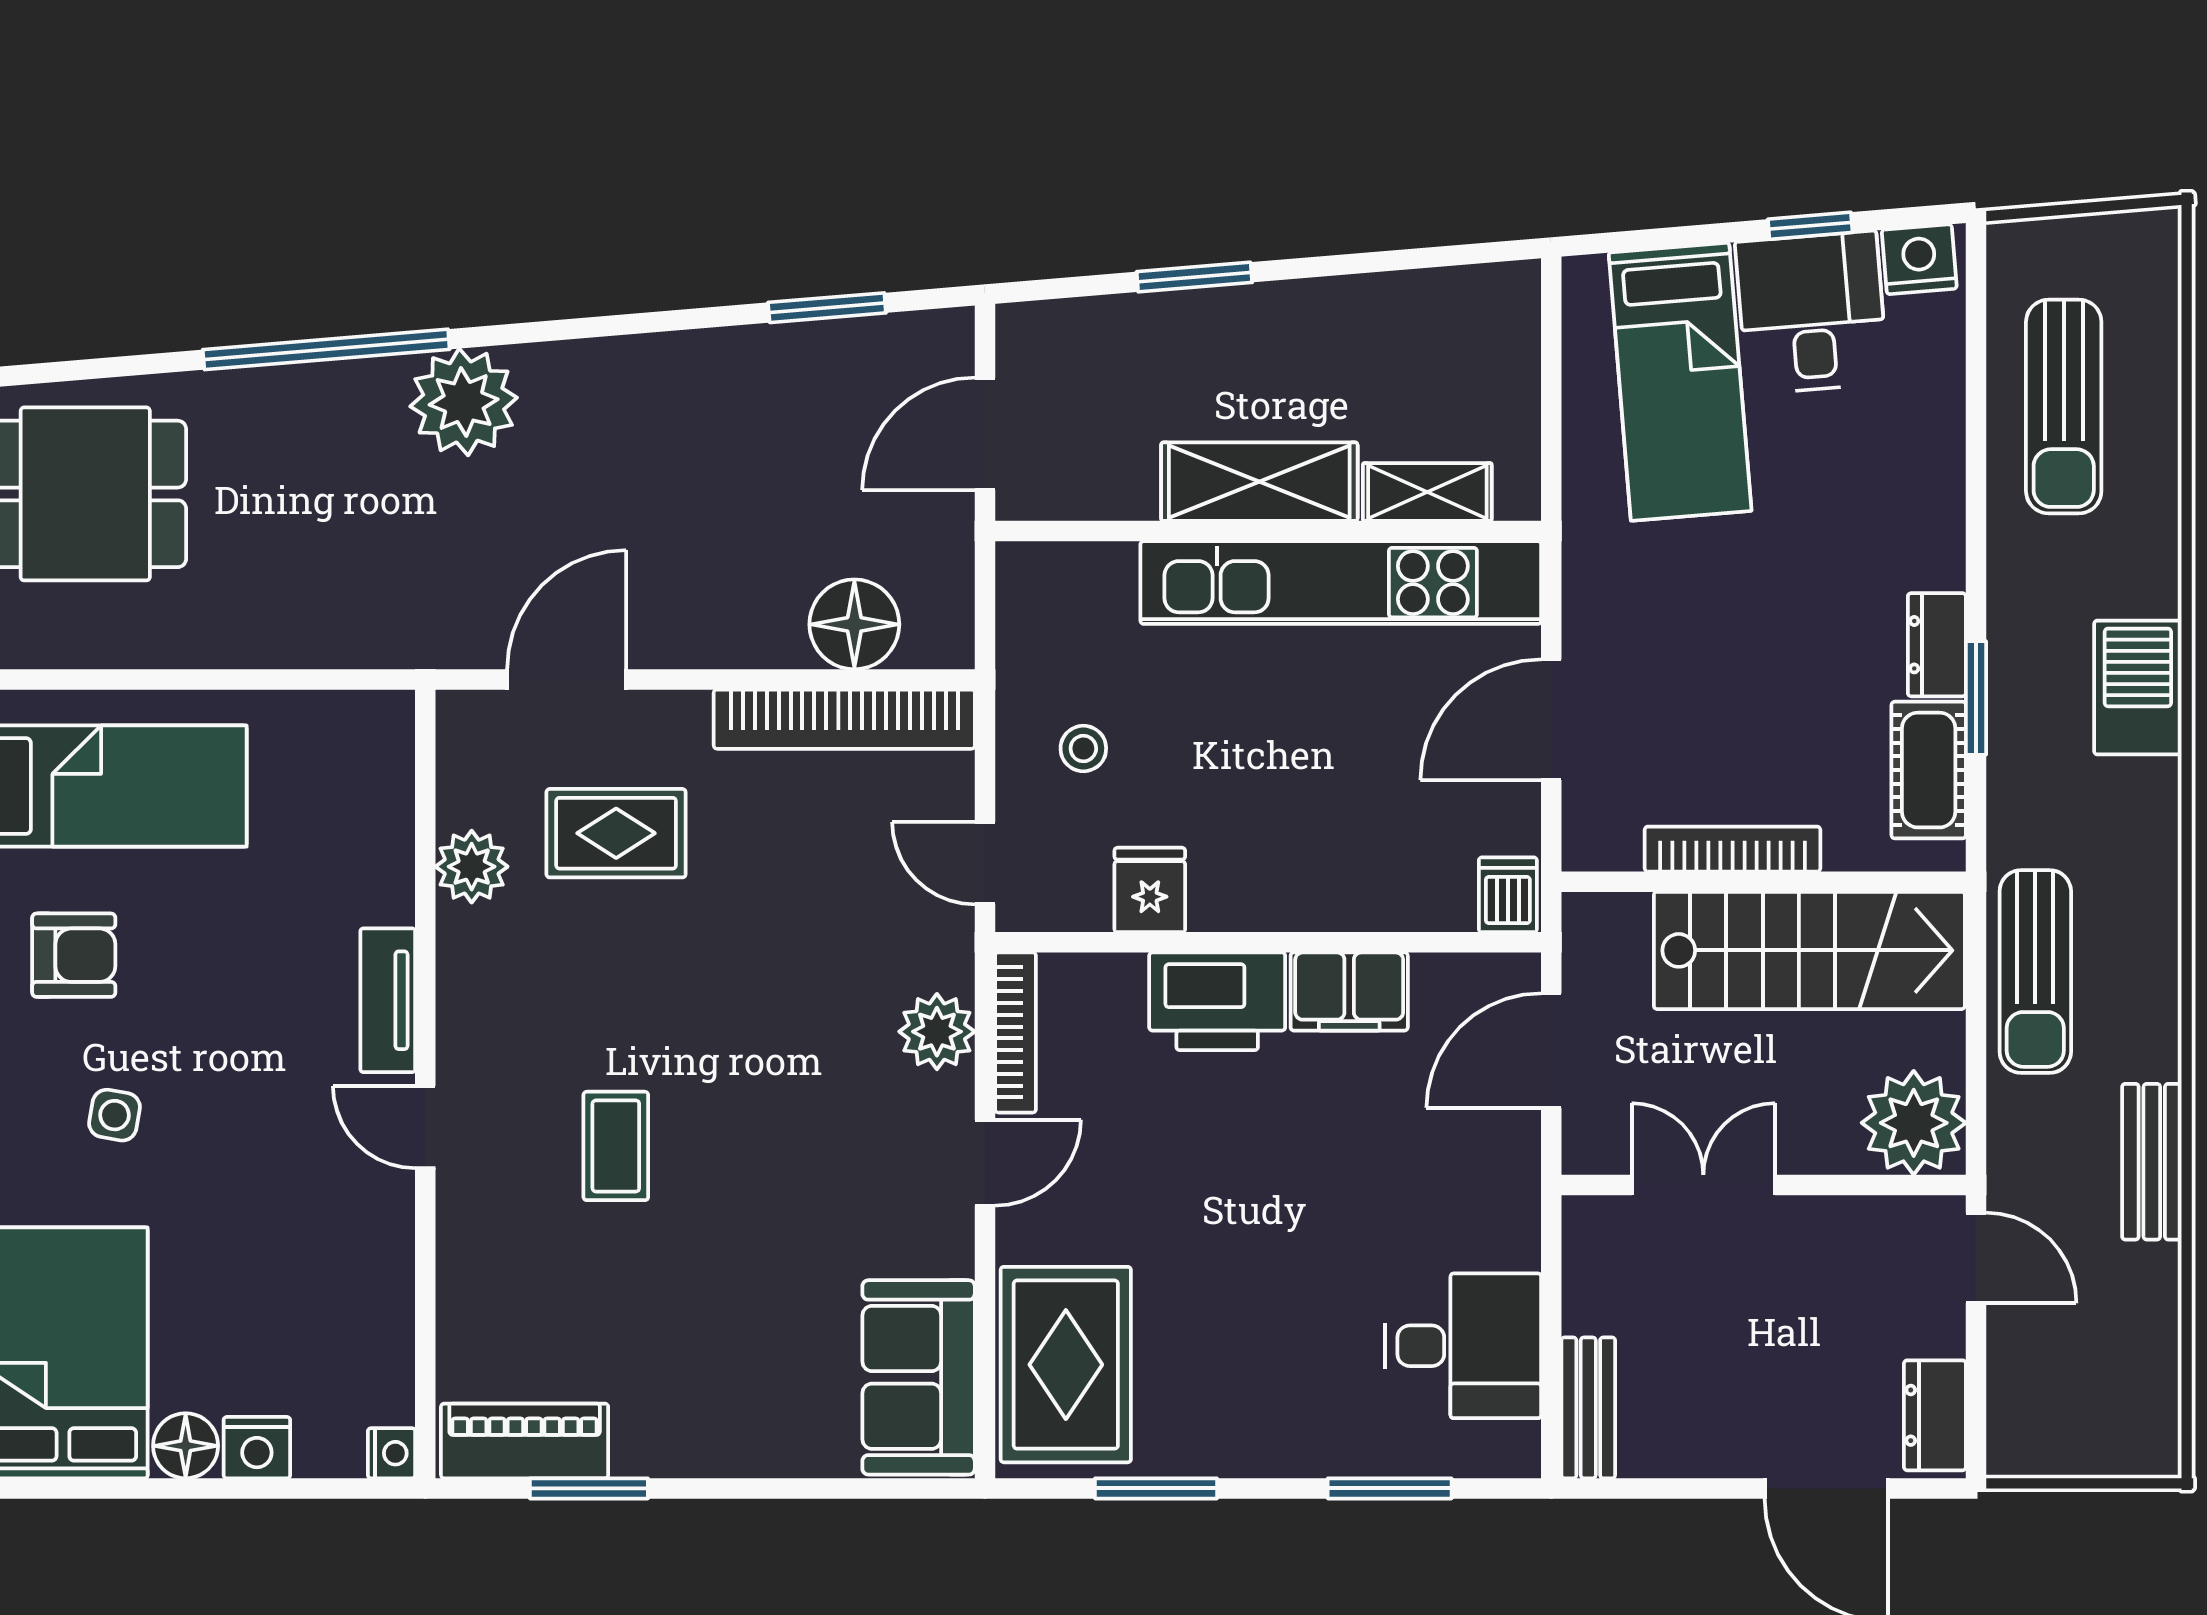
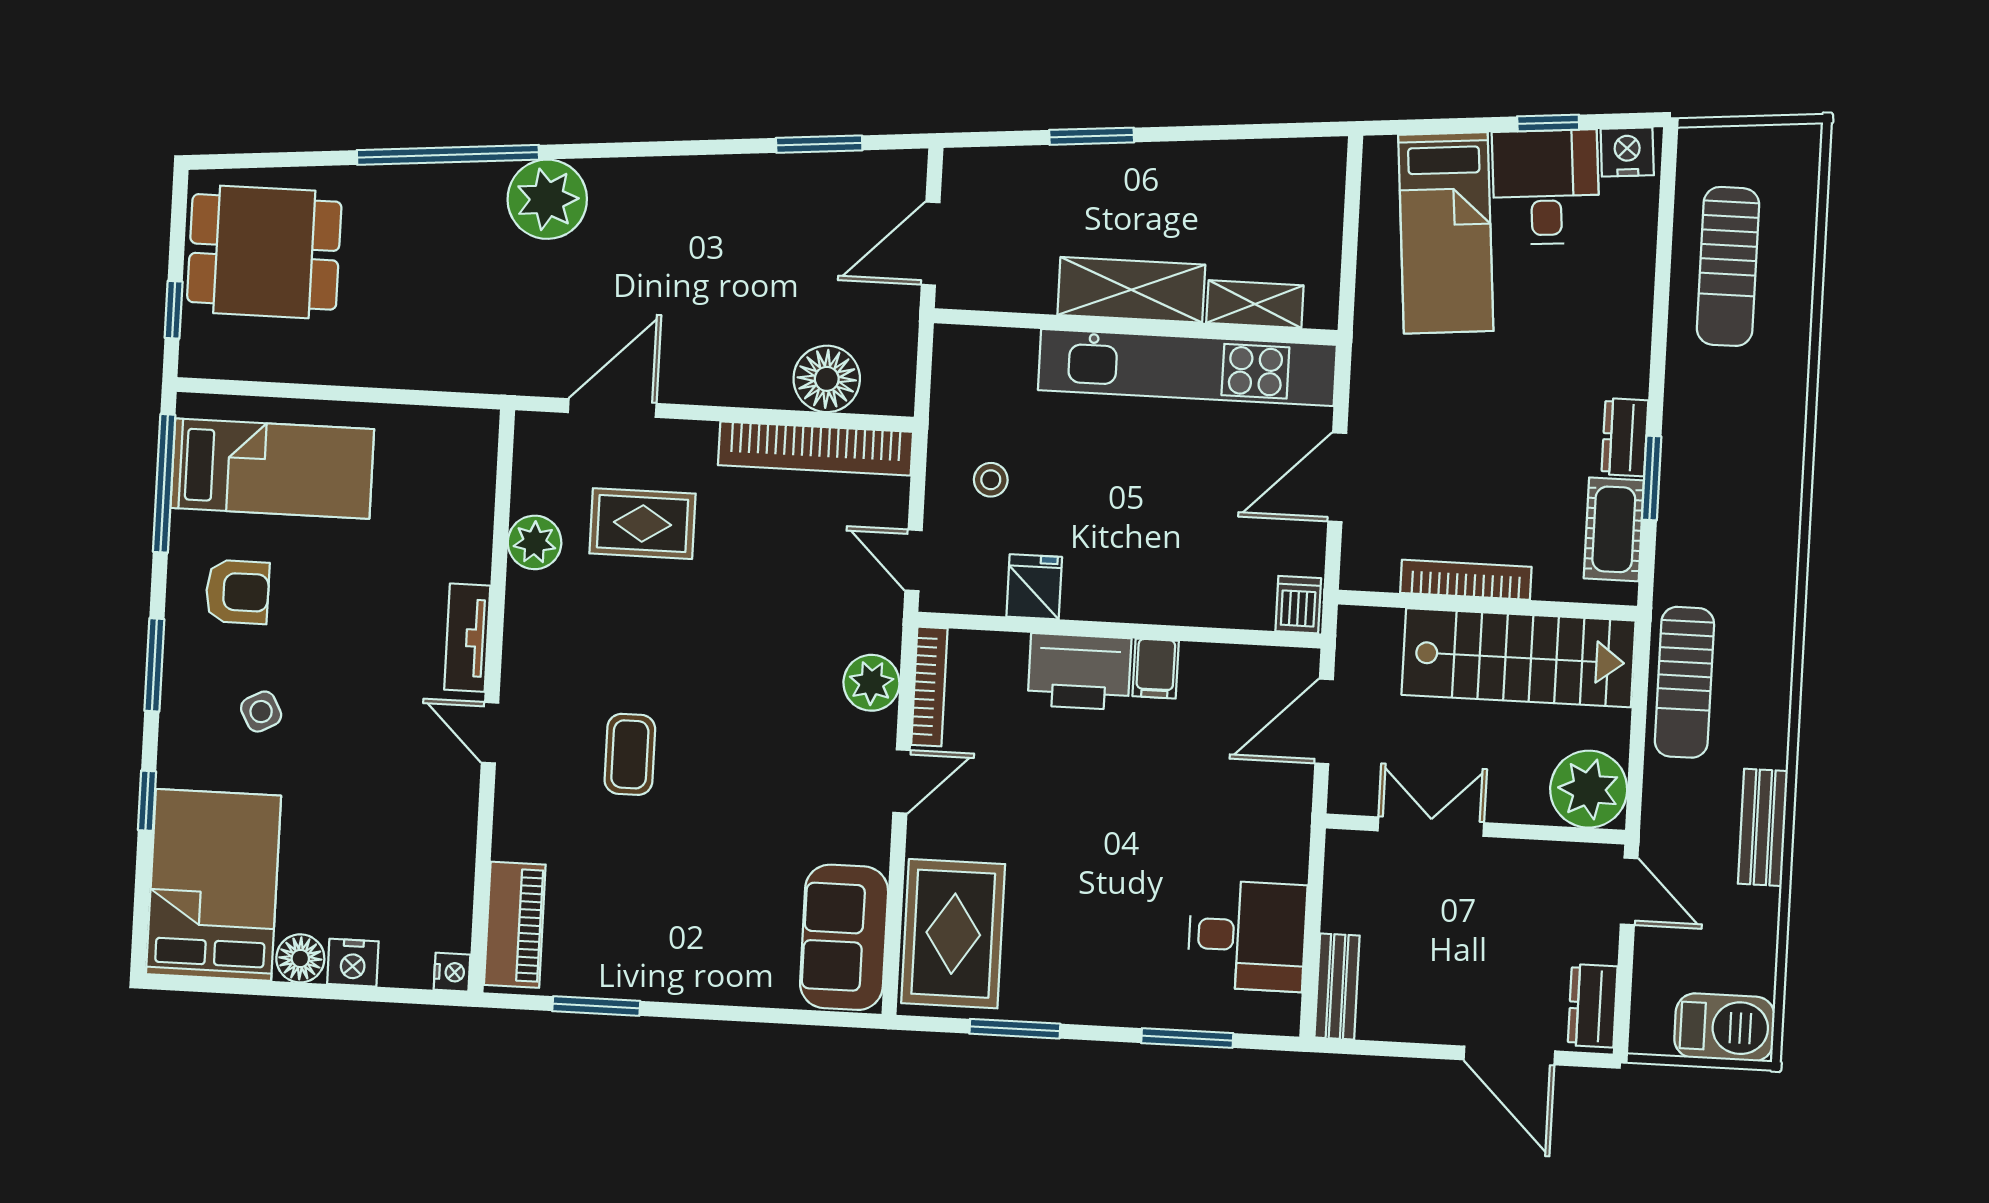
barbecue: (2138, 688) -> (1724, 1027), moved, turned 90
filing cabinet: (1349, 992) -> (1156, 669), width x0.50
side table: (115, 1115) -> (261, 712), turned -38
piano: (525, 1441) -> (515, 925), moved, turned 90

